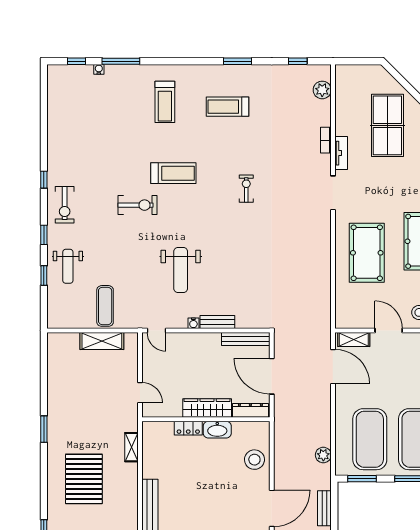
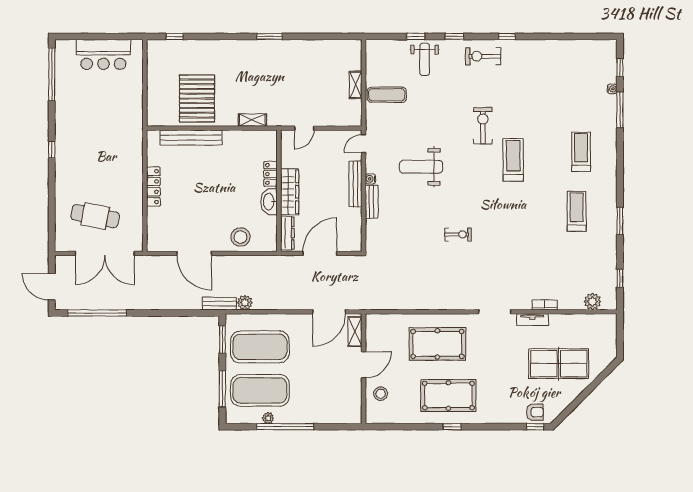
treadmill: (165, 102) -> (581, 152), turned 90
treadmill: (173, 173) -> (513, 160), turned 180
exercise bike: (246, 189) -> (458, 235), moved
exercise bike: (138, 205) -> (483, 126), turned 180
weight bench: (68, 266) -> (425, 59), turned -90
bench: (246, 339) -> (355, 184), moved
shelving: (102, 341) -> (356, 85), width x0.67, depth x0.75
pallet: (84, 479) -> (197, 98), moved, turned 90
bench: (324, 508) -> (219, 304), moved

